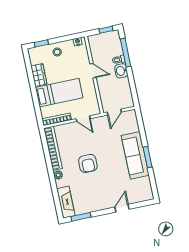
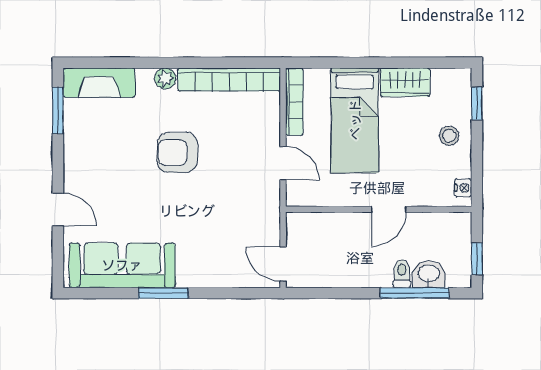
washbasin: (121, 71) -> (429, 274), moved
door: (114, 112) -> (283, 264), moved
door: (83, 119) -> (283, 163), swing flipped
sofa: (135, 155) -> (122, 265), moved

